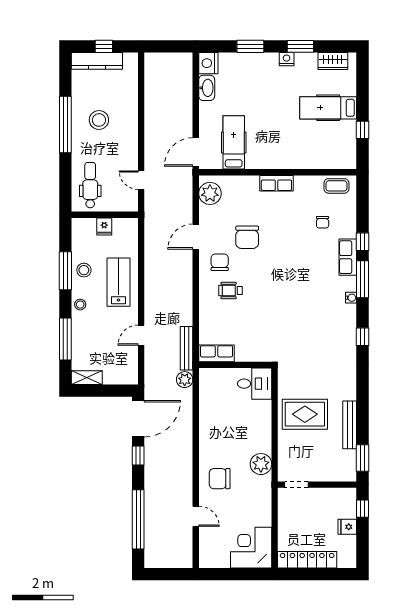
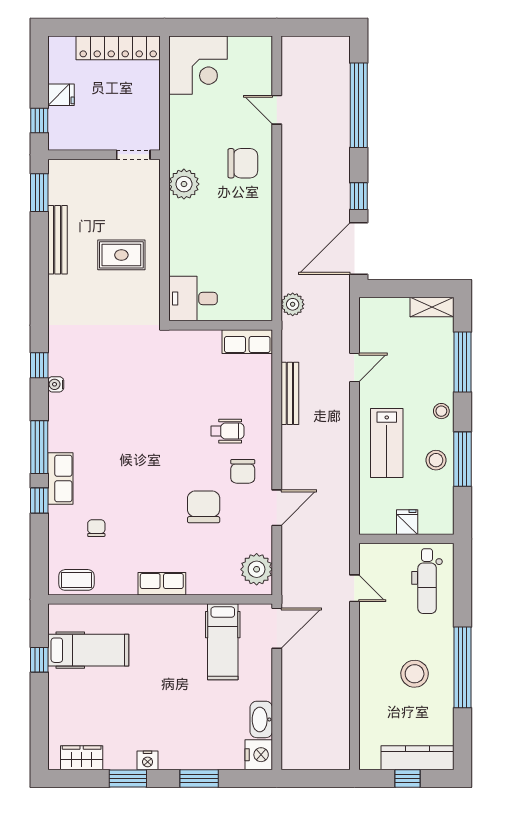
hospital bed: (328, 108) -> (88, 650), moved
water cooler: (351, 298) -> (56, 384), moved
bench: (187, 348) -> (290, 393), moved
rug: (305, 414) -> (121, 255), width x0.73, depth x0.70

